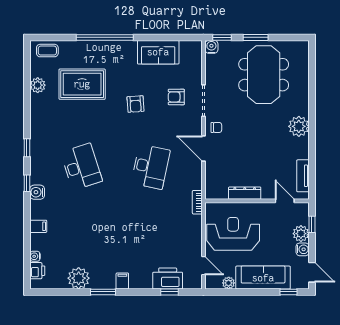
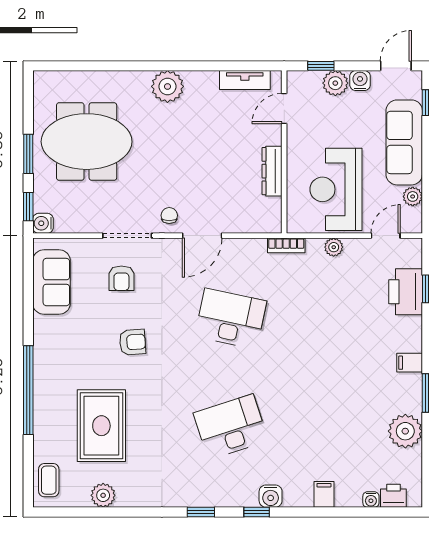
sofa: (158, 52) -> (51, 282), moved
plant: (196, 233) -> (334, 247), added

